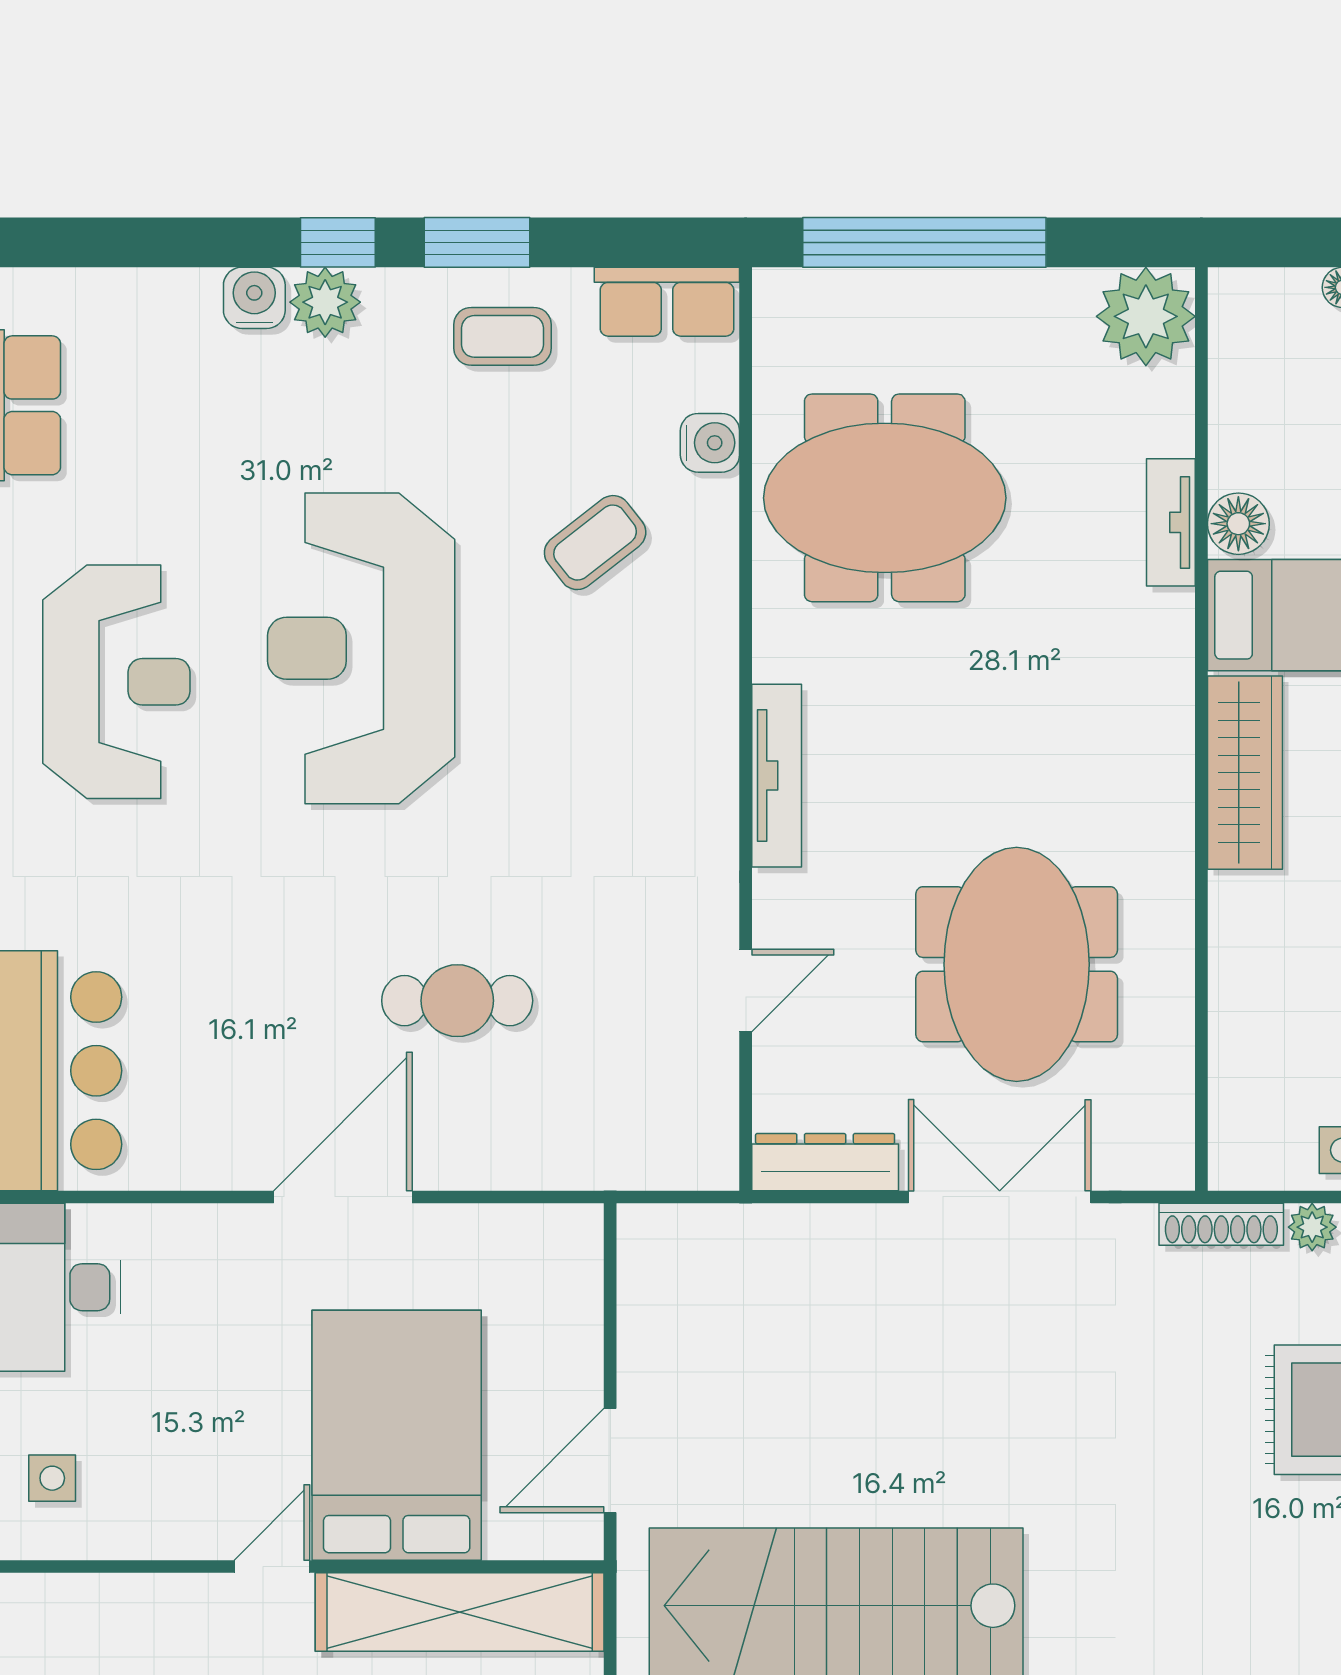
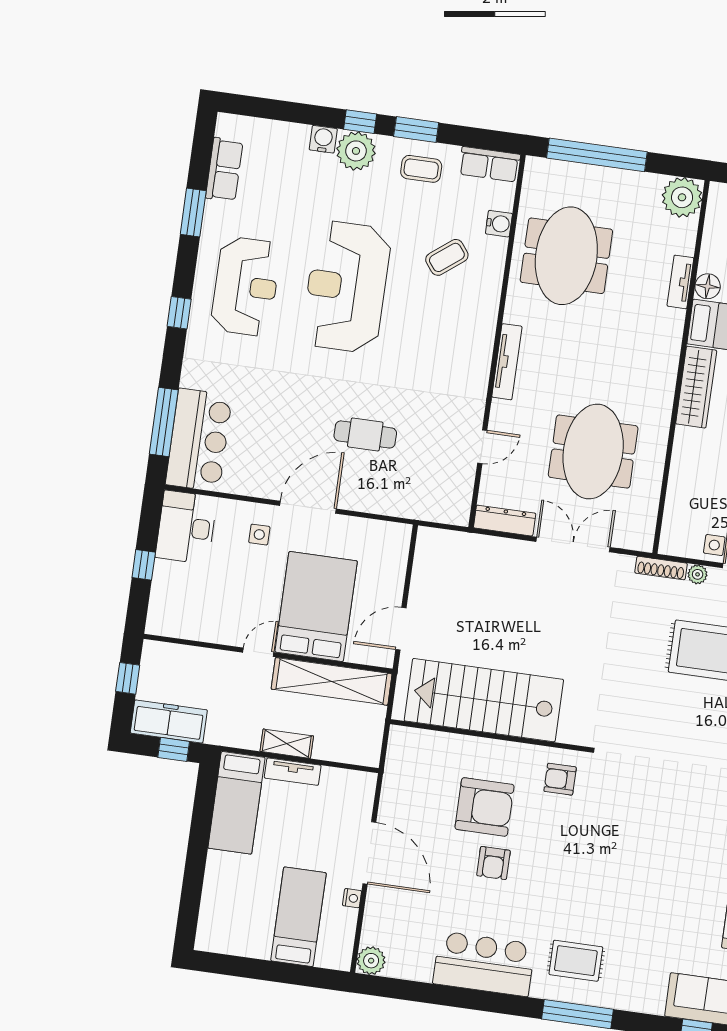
plant: (325, 302) -> (356, 151), width x1.36, depth x1.36
meeting table: (885, 498) -> (566, 256), turned 90
side table: (52, 1478) -> (259, 535), moved

